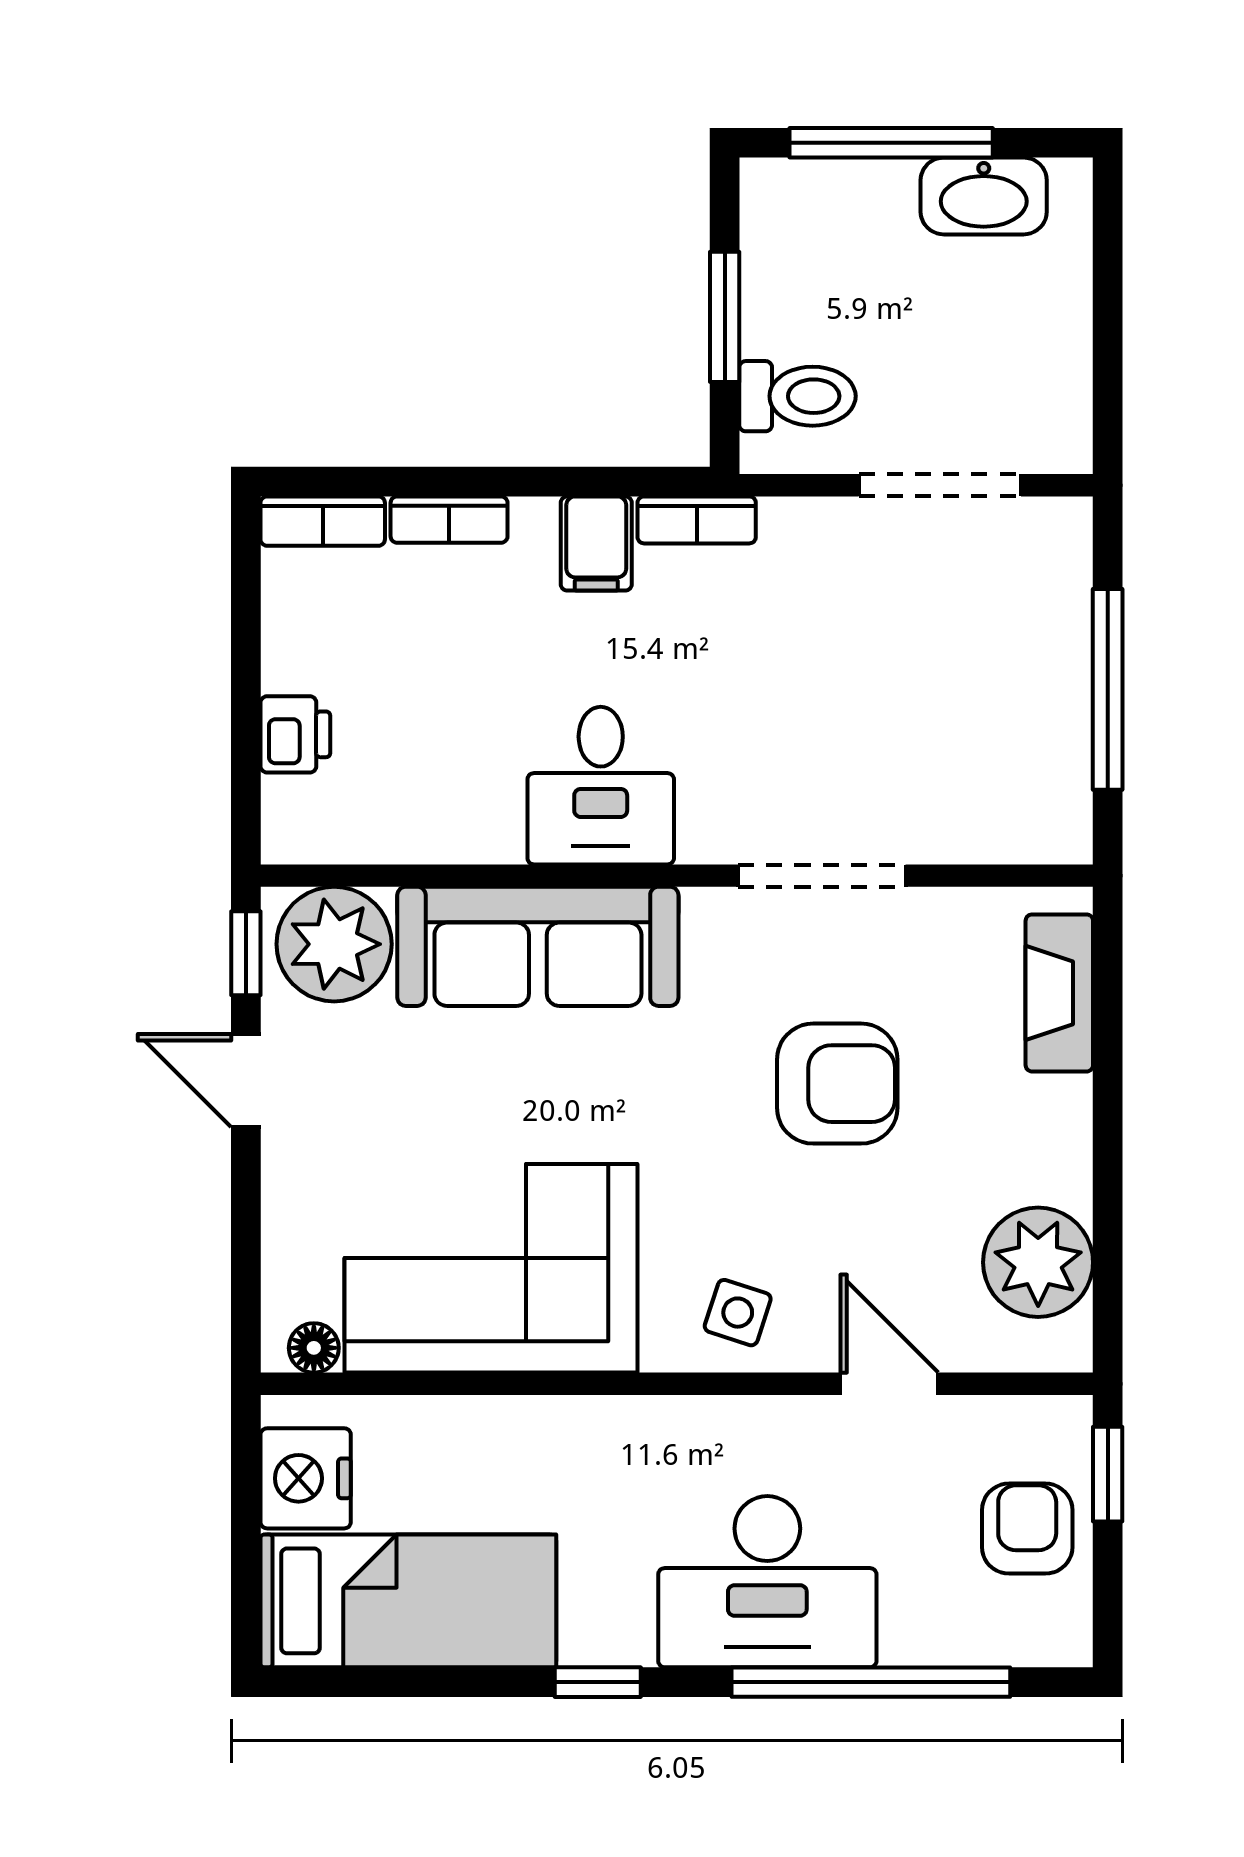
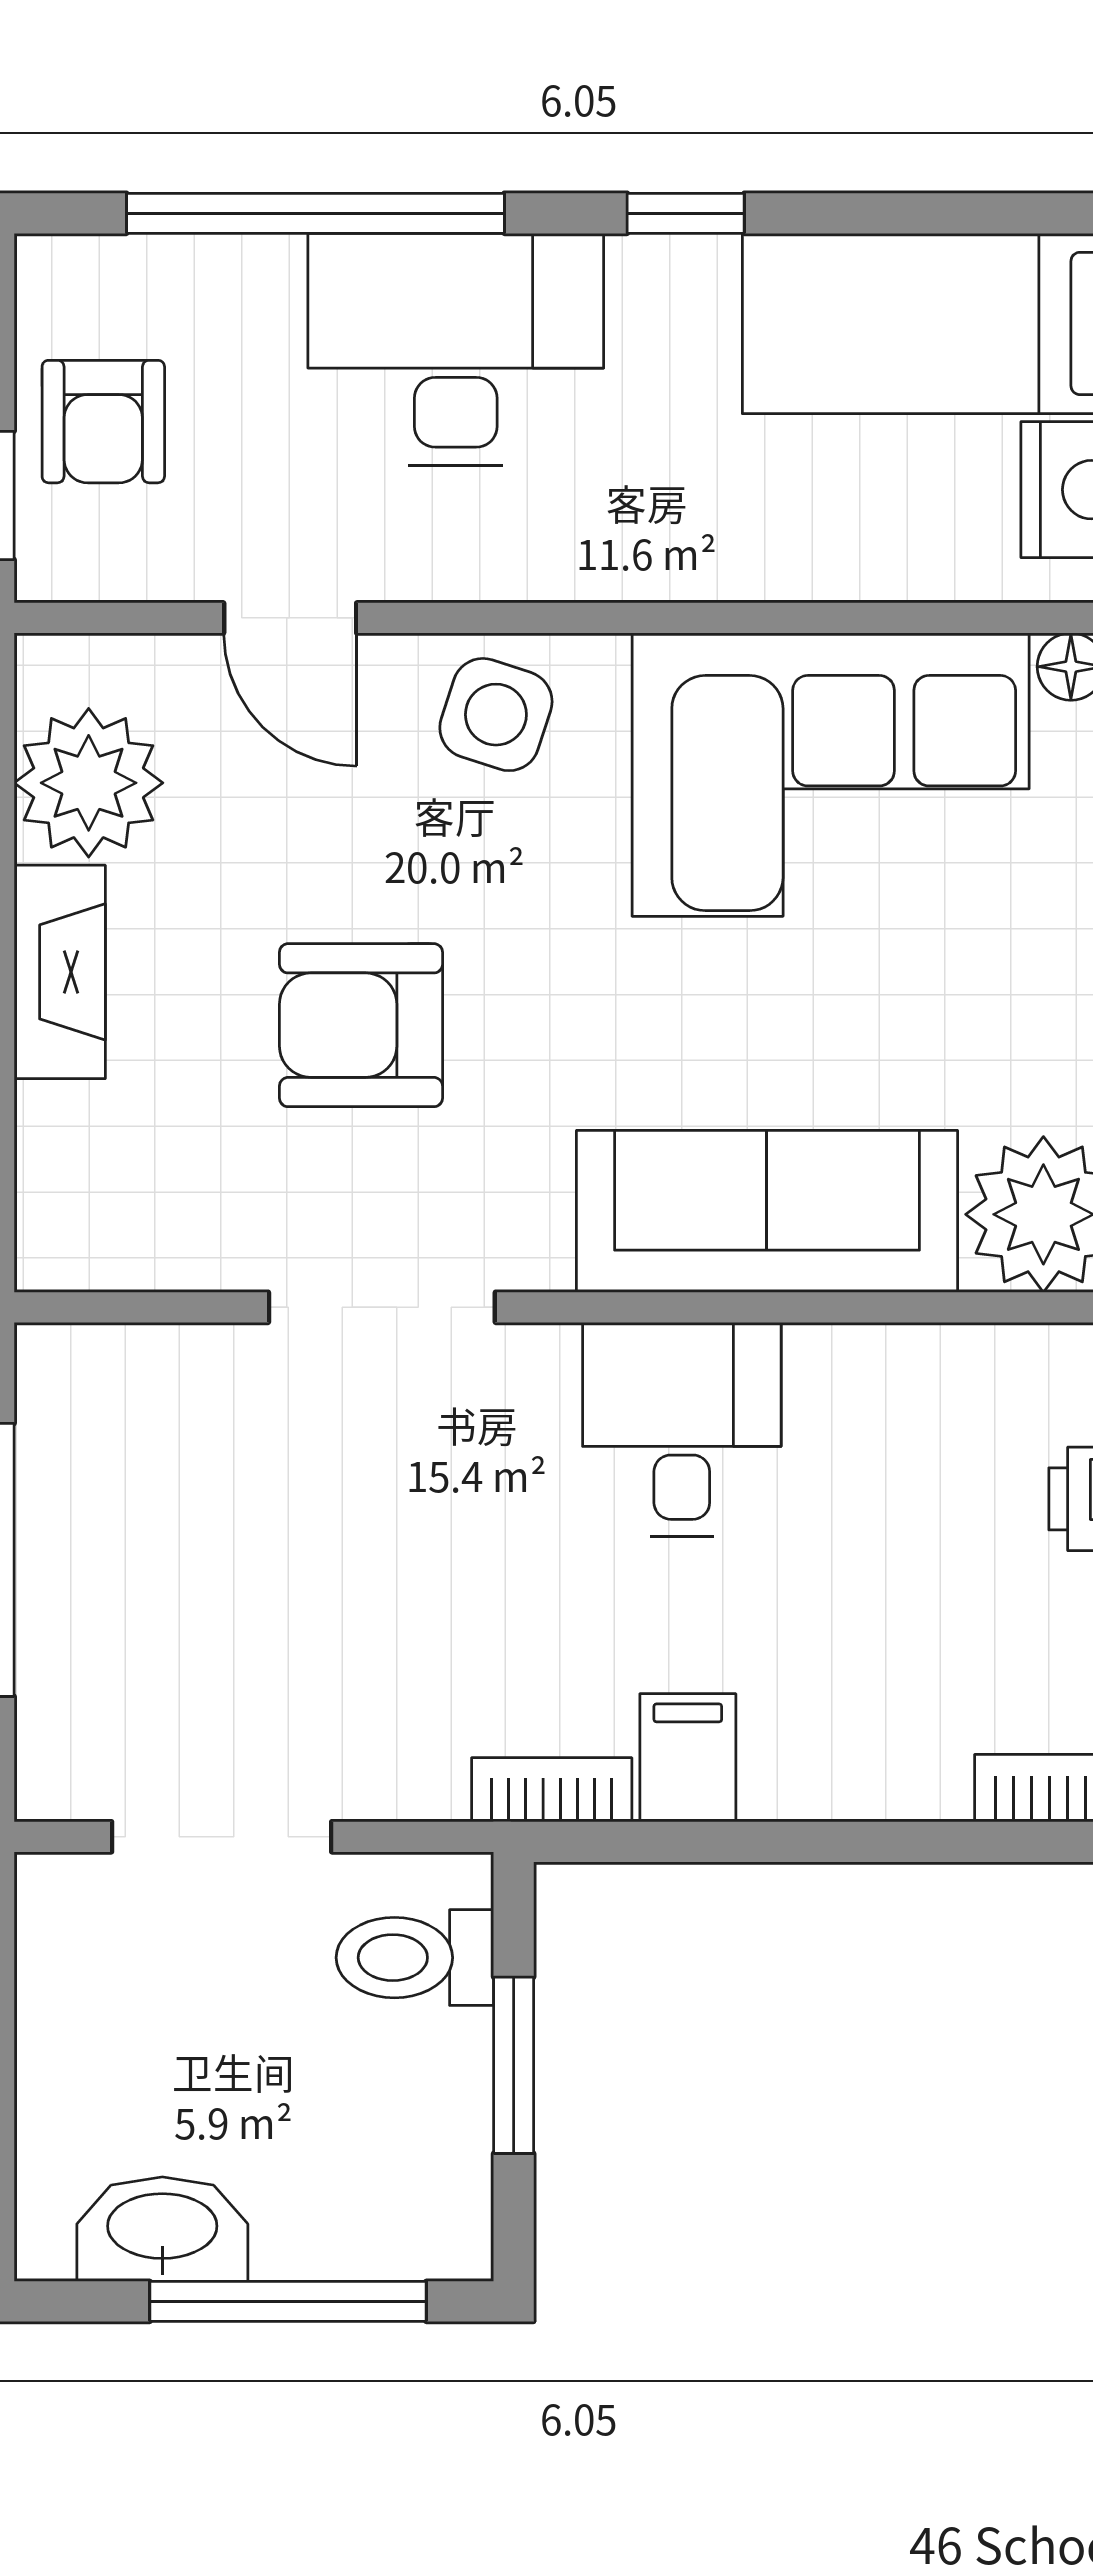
bookcase: (449, 520) -> (887, 1790), removed
fireplace: (1059, 993) -> (60, 972), moved
side table: (738, 1313) -> (496, 715), width x1.37, depth x1.37

